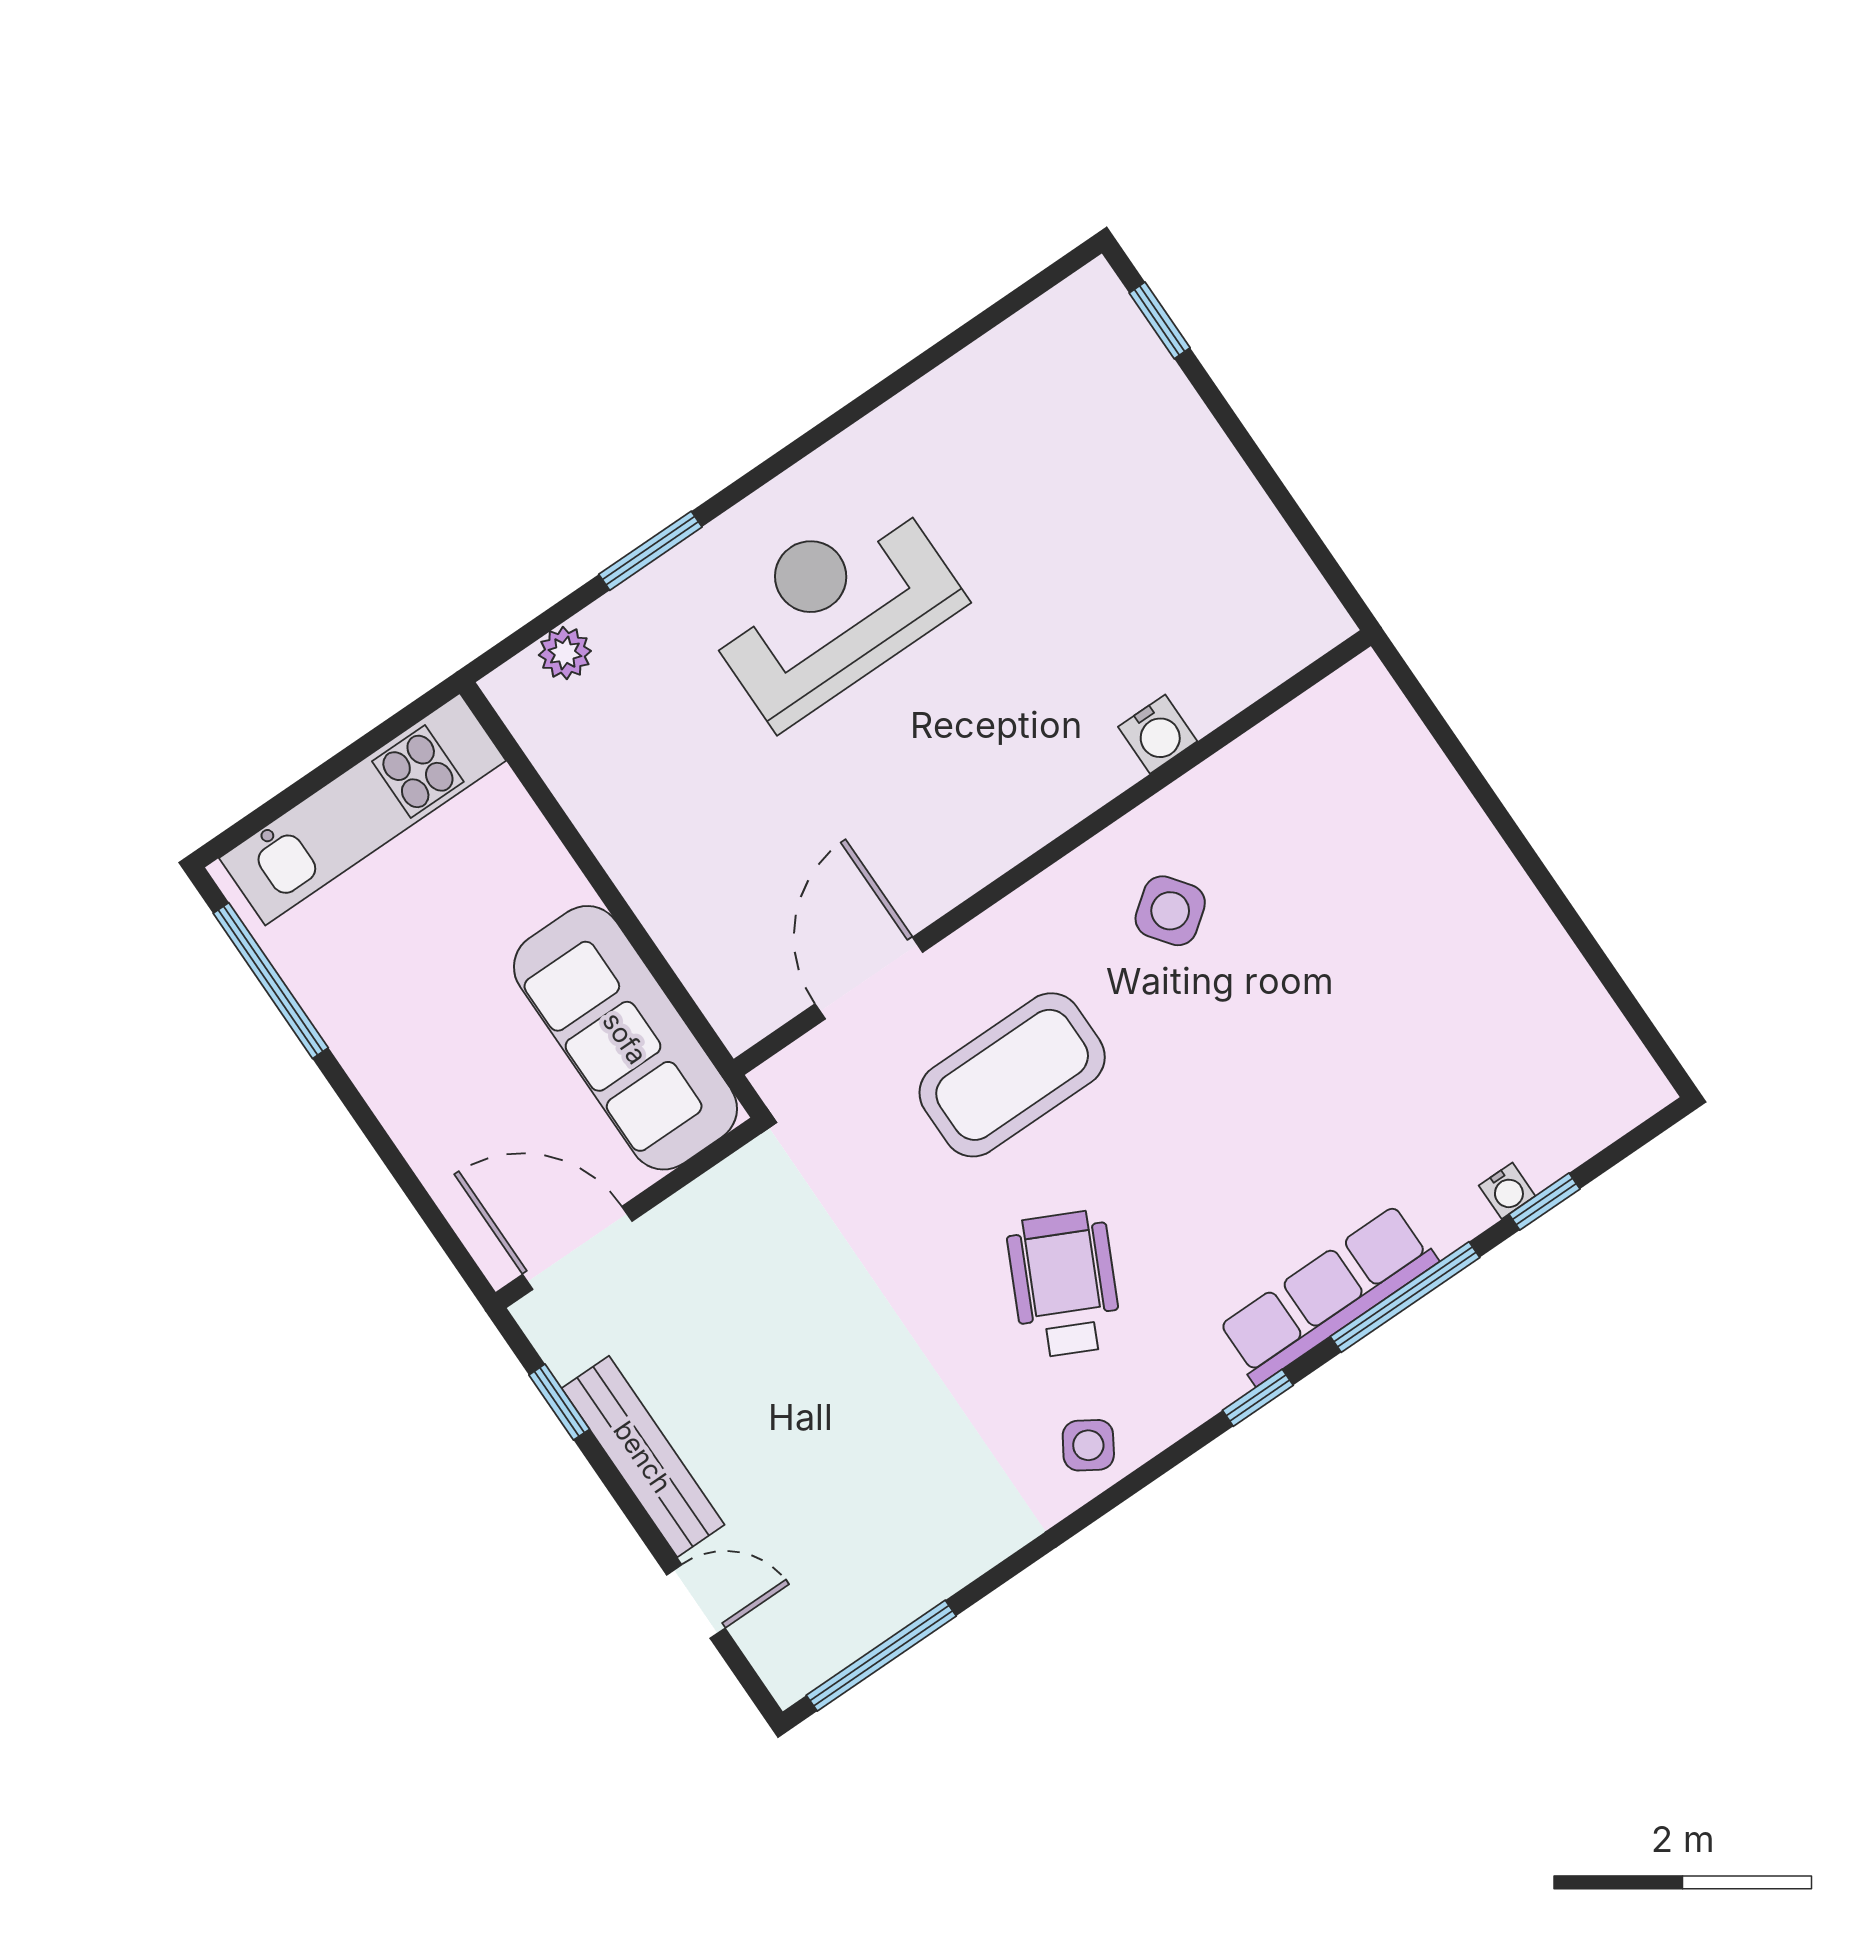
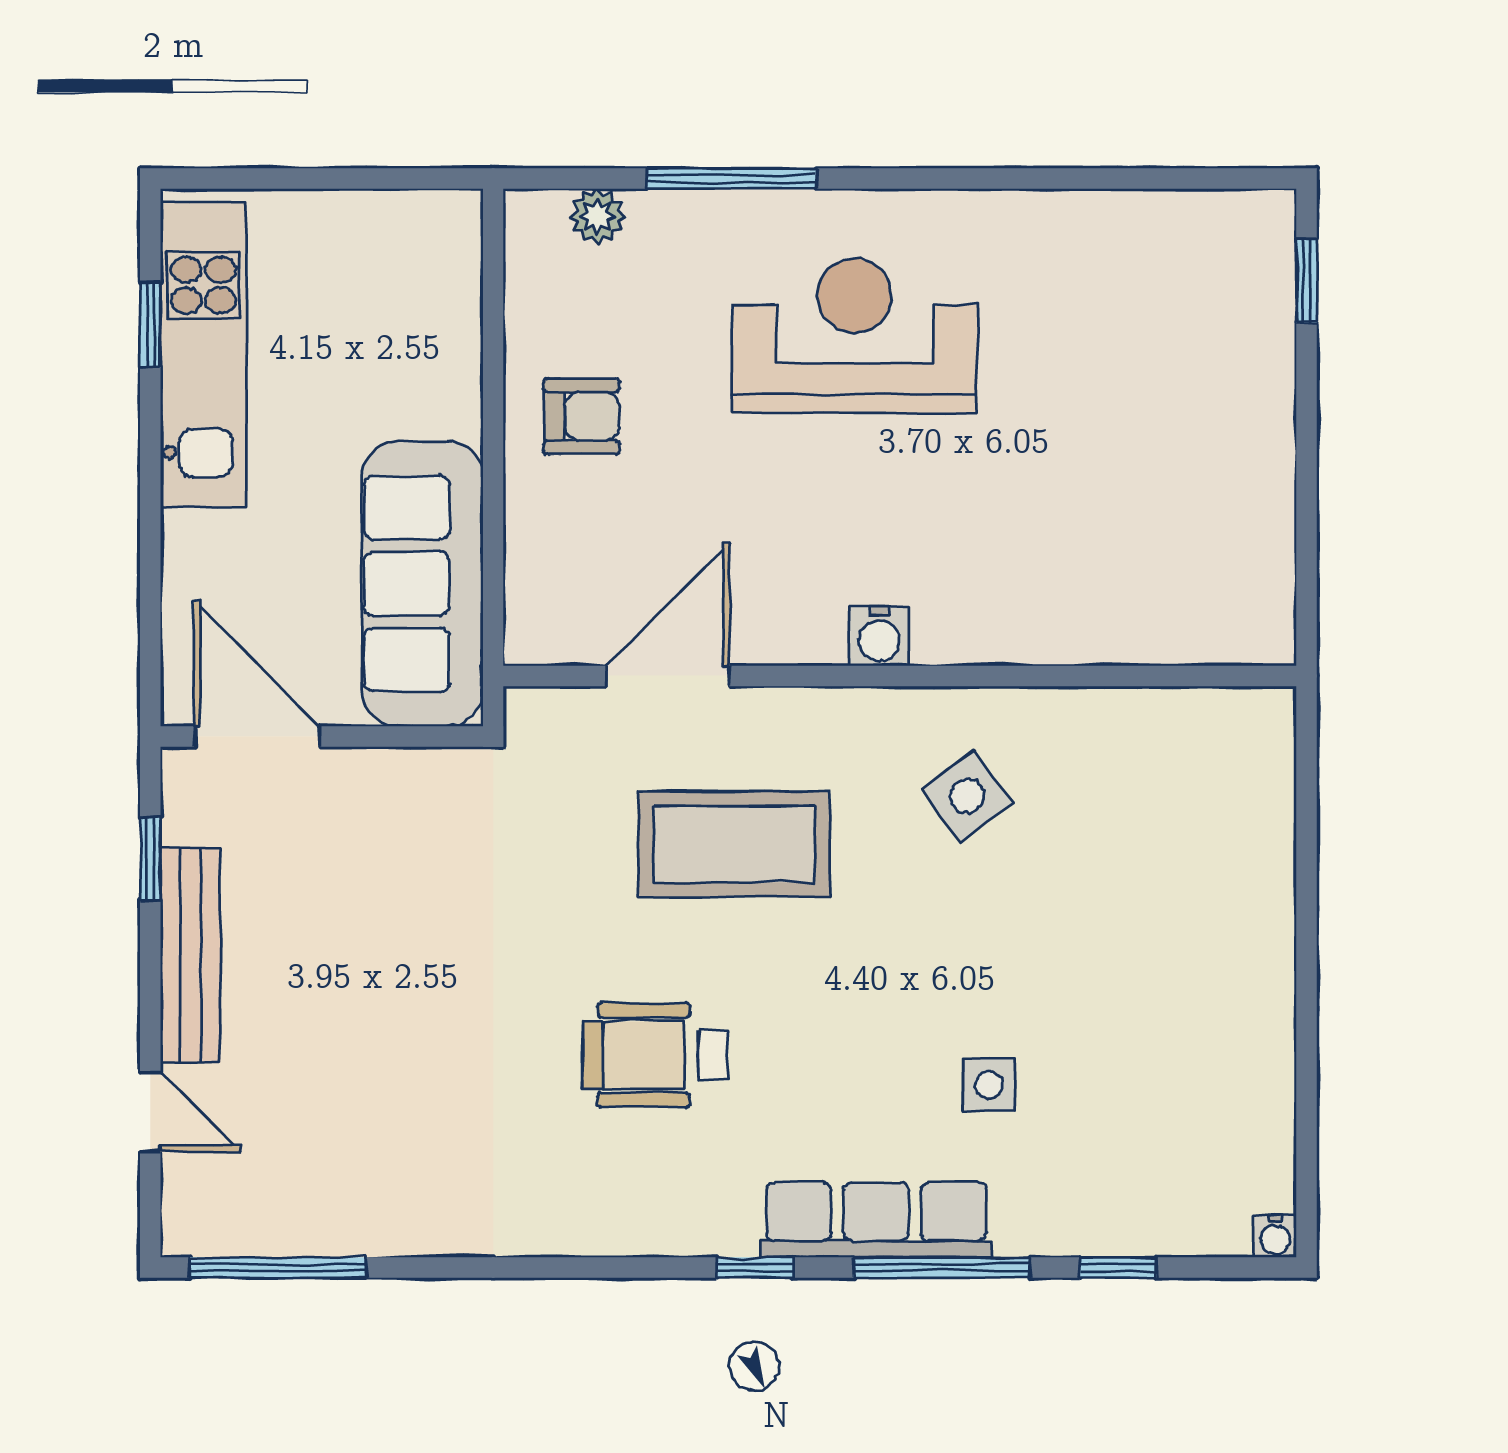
window: (650, 551) -> (731, 179), width x1.44
water cooler: (1158, 734) -> (879, 636), moved
kitchen unit: (363, 809) -> (203, 355), moved, turned -90
armchair: (661, 820) -> (582, 416), added
window: (271, 981) -> (150, 325), width x0.46
water cooler: (1507, 1191) -> (1275, 1236), moved
wheelchair: (1064, 1284) -> (655, 1055), turned -116
side table: (1088, 1445) -> (989, 1085), moved, turned -32

